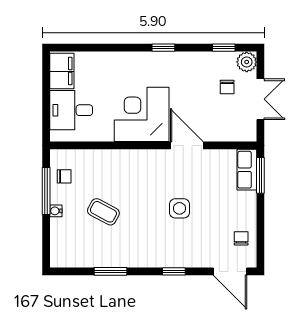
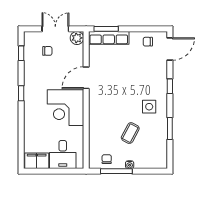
plant: (247, 62) -> (77, 38), moved
row of seats: (247, 170) -> (109, 38), width x1.48
side table: (179, 208) -> (149, 107), moved

